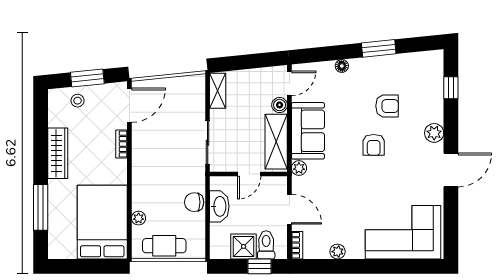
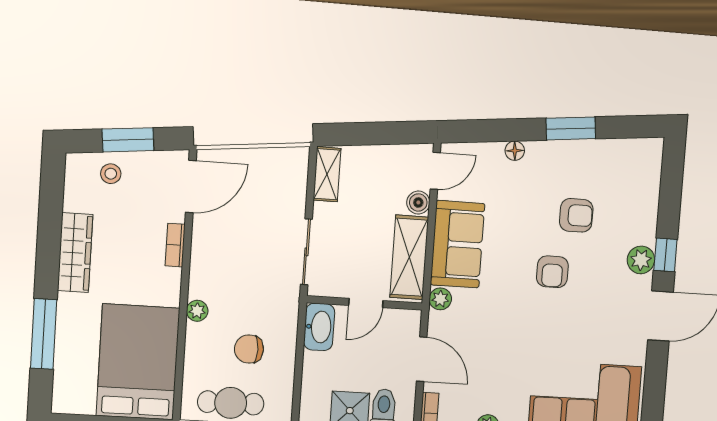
window: (451, 88) -> (665, 255), moved
chair: (194, 202) -> (249, 349), moved
washbasin: (219, 206) -> (319, 327), moved
plant: (139, 218) -> (197, 311), moved

